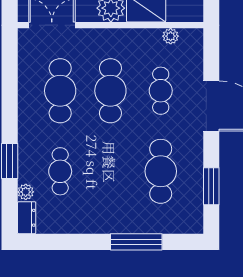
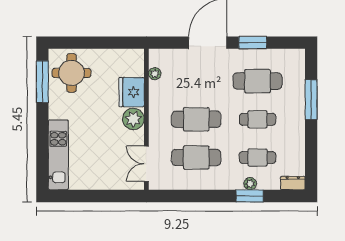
cafe table: (161, 91) -> (257, 119), moved
window: (211, 186) -> (253, 43), moved
plant: (26, 192) -> (250, 184), moved

